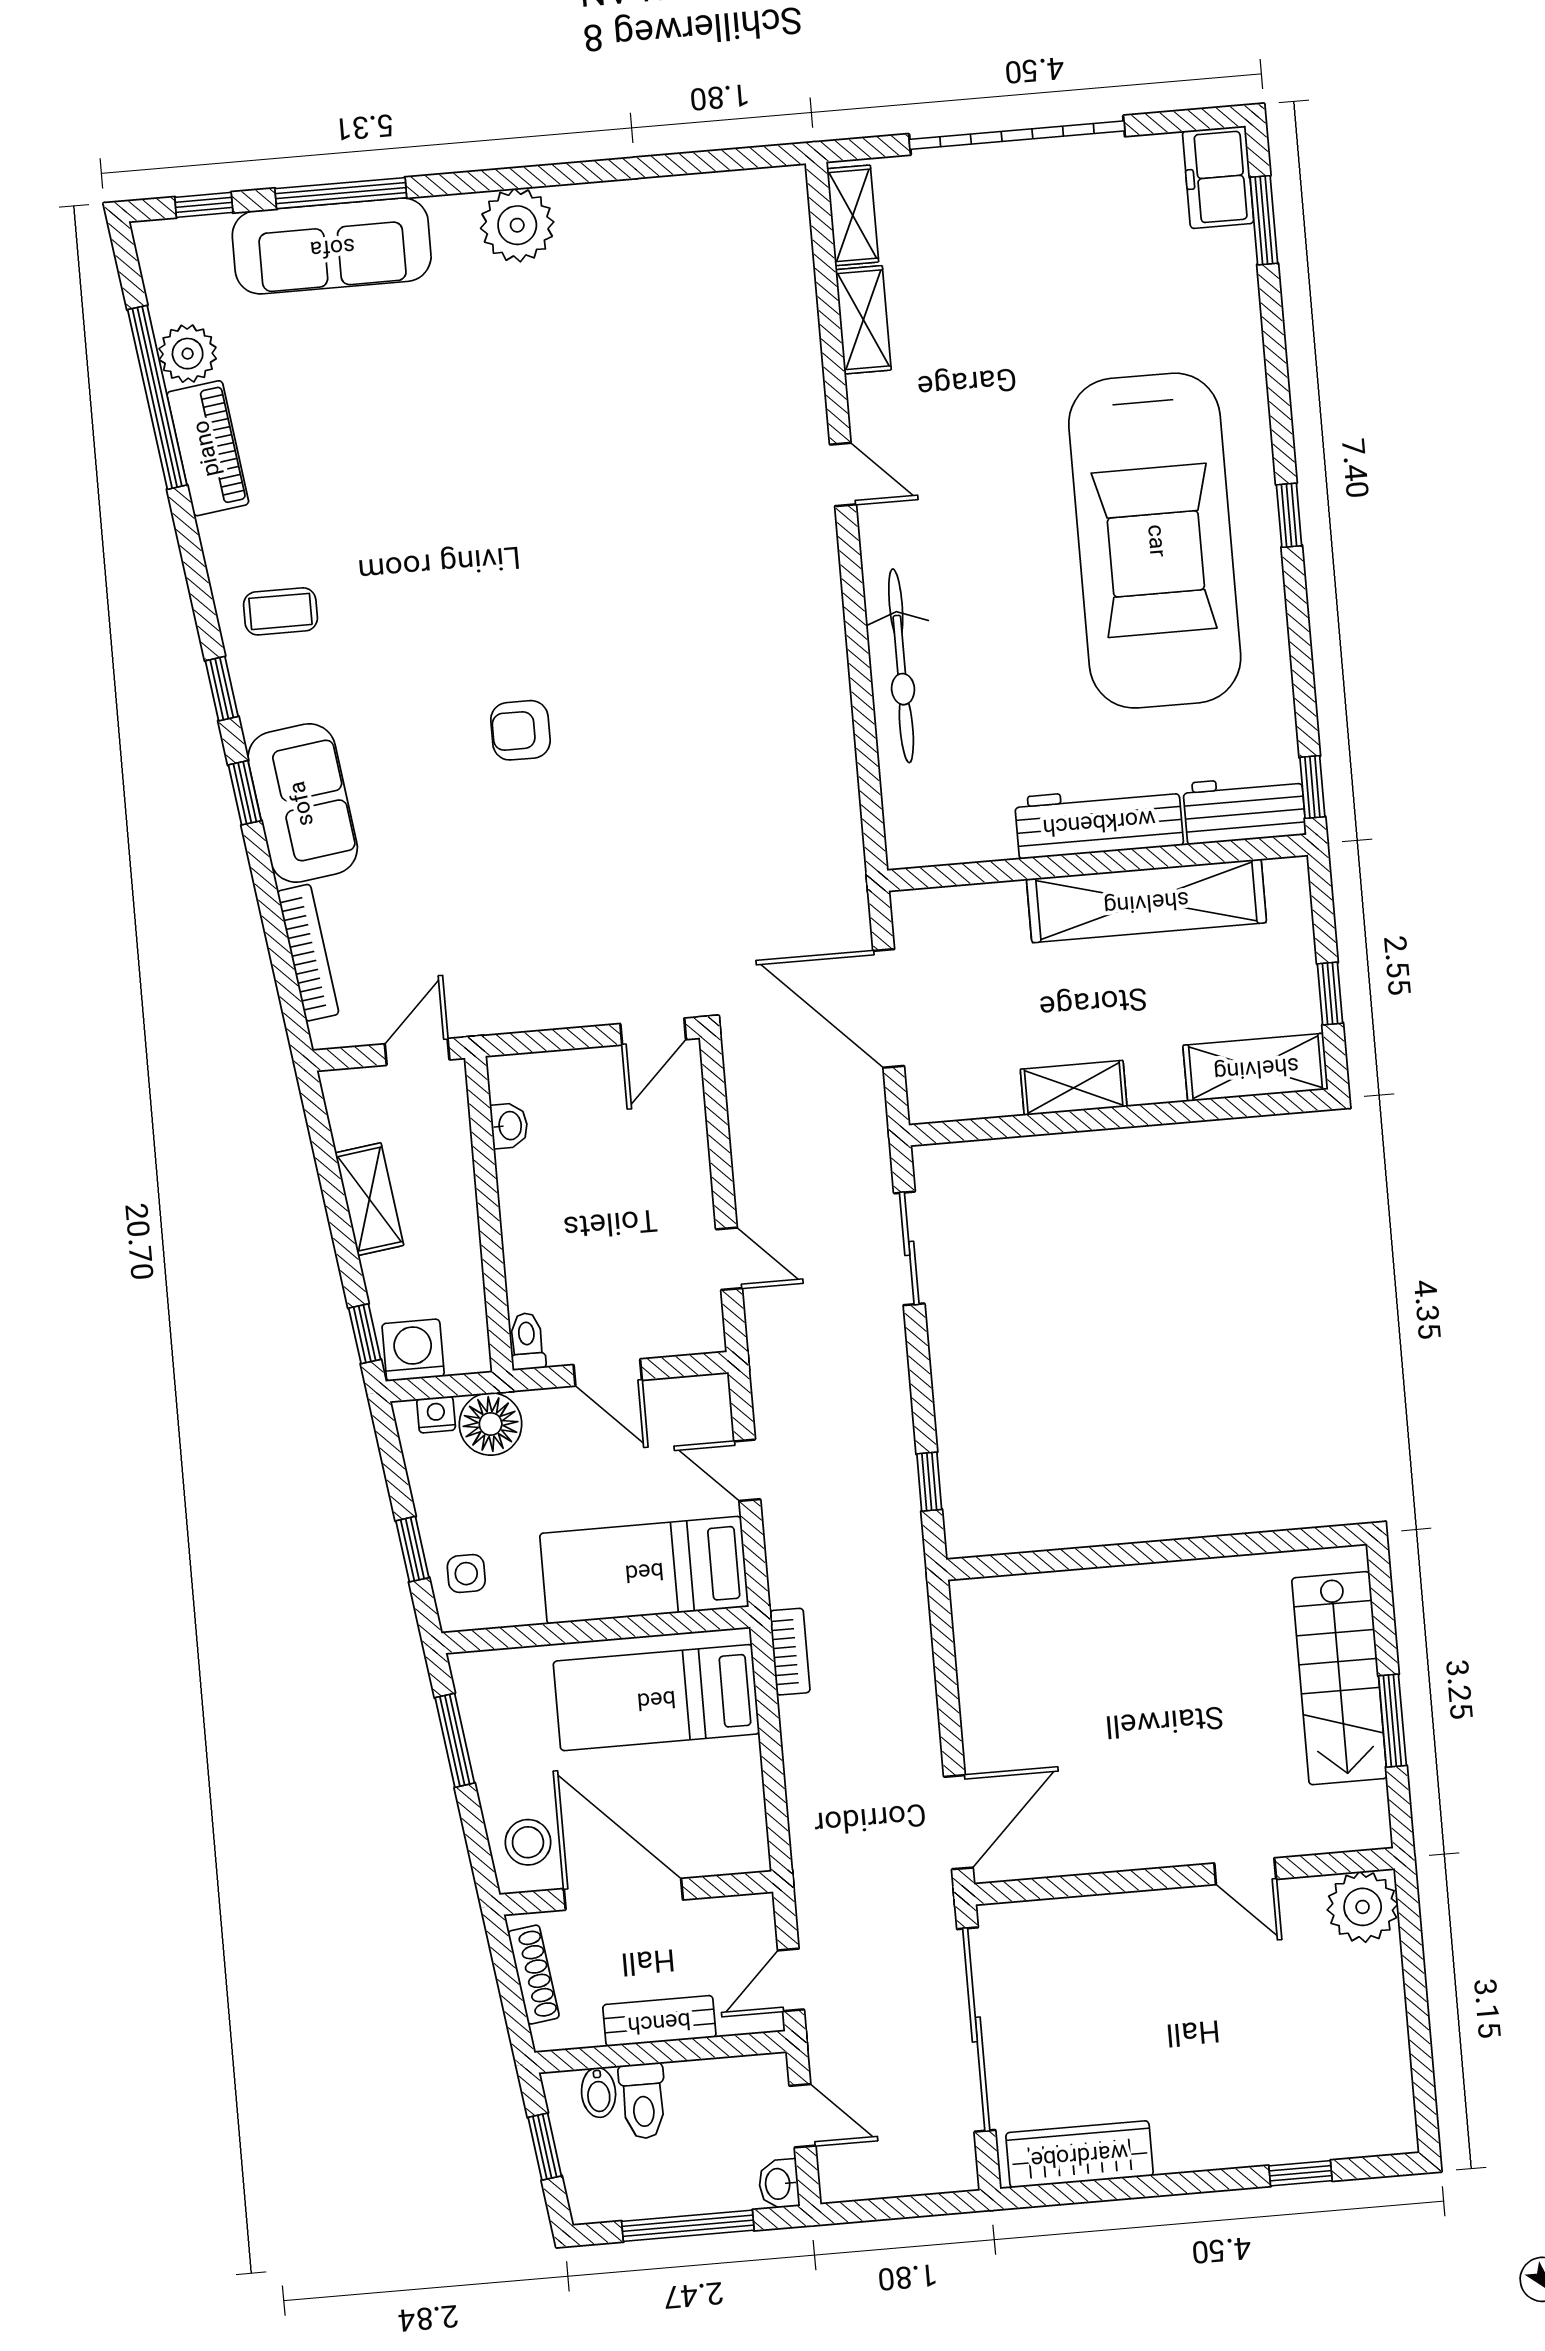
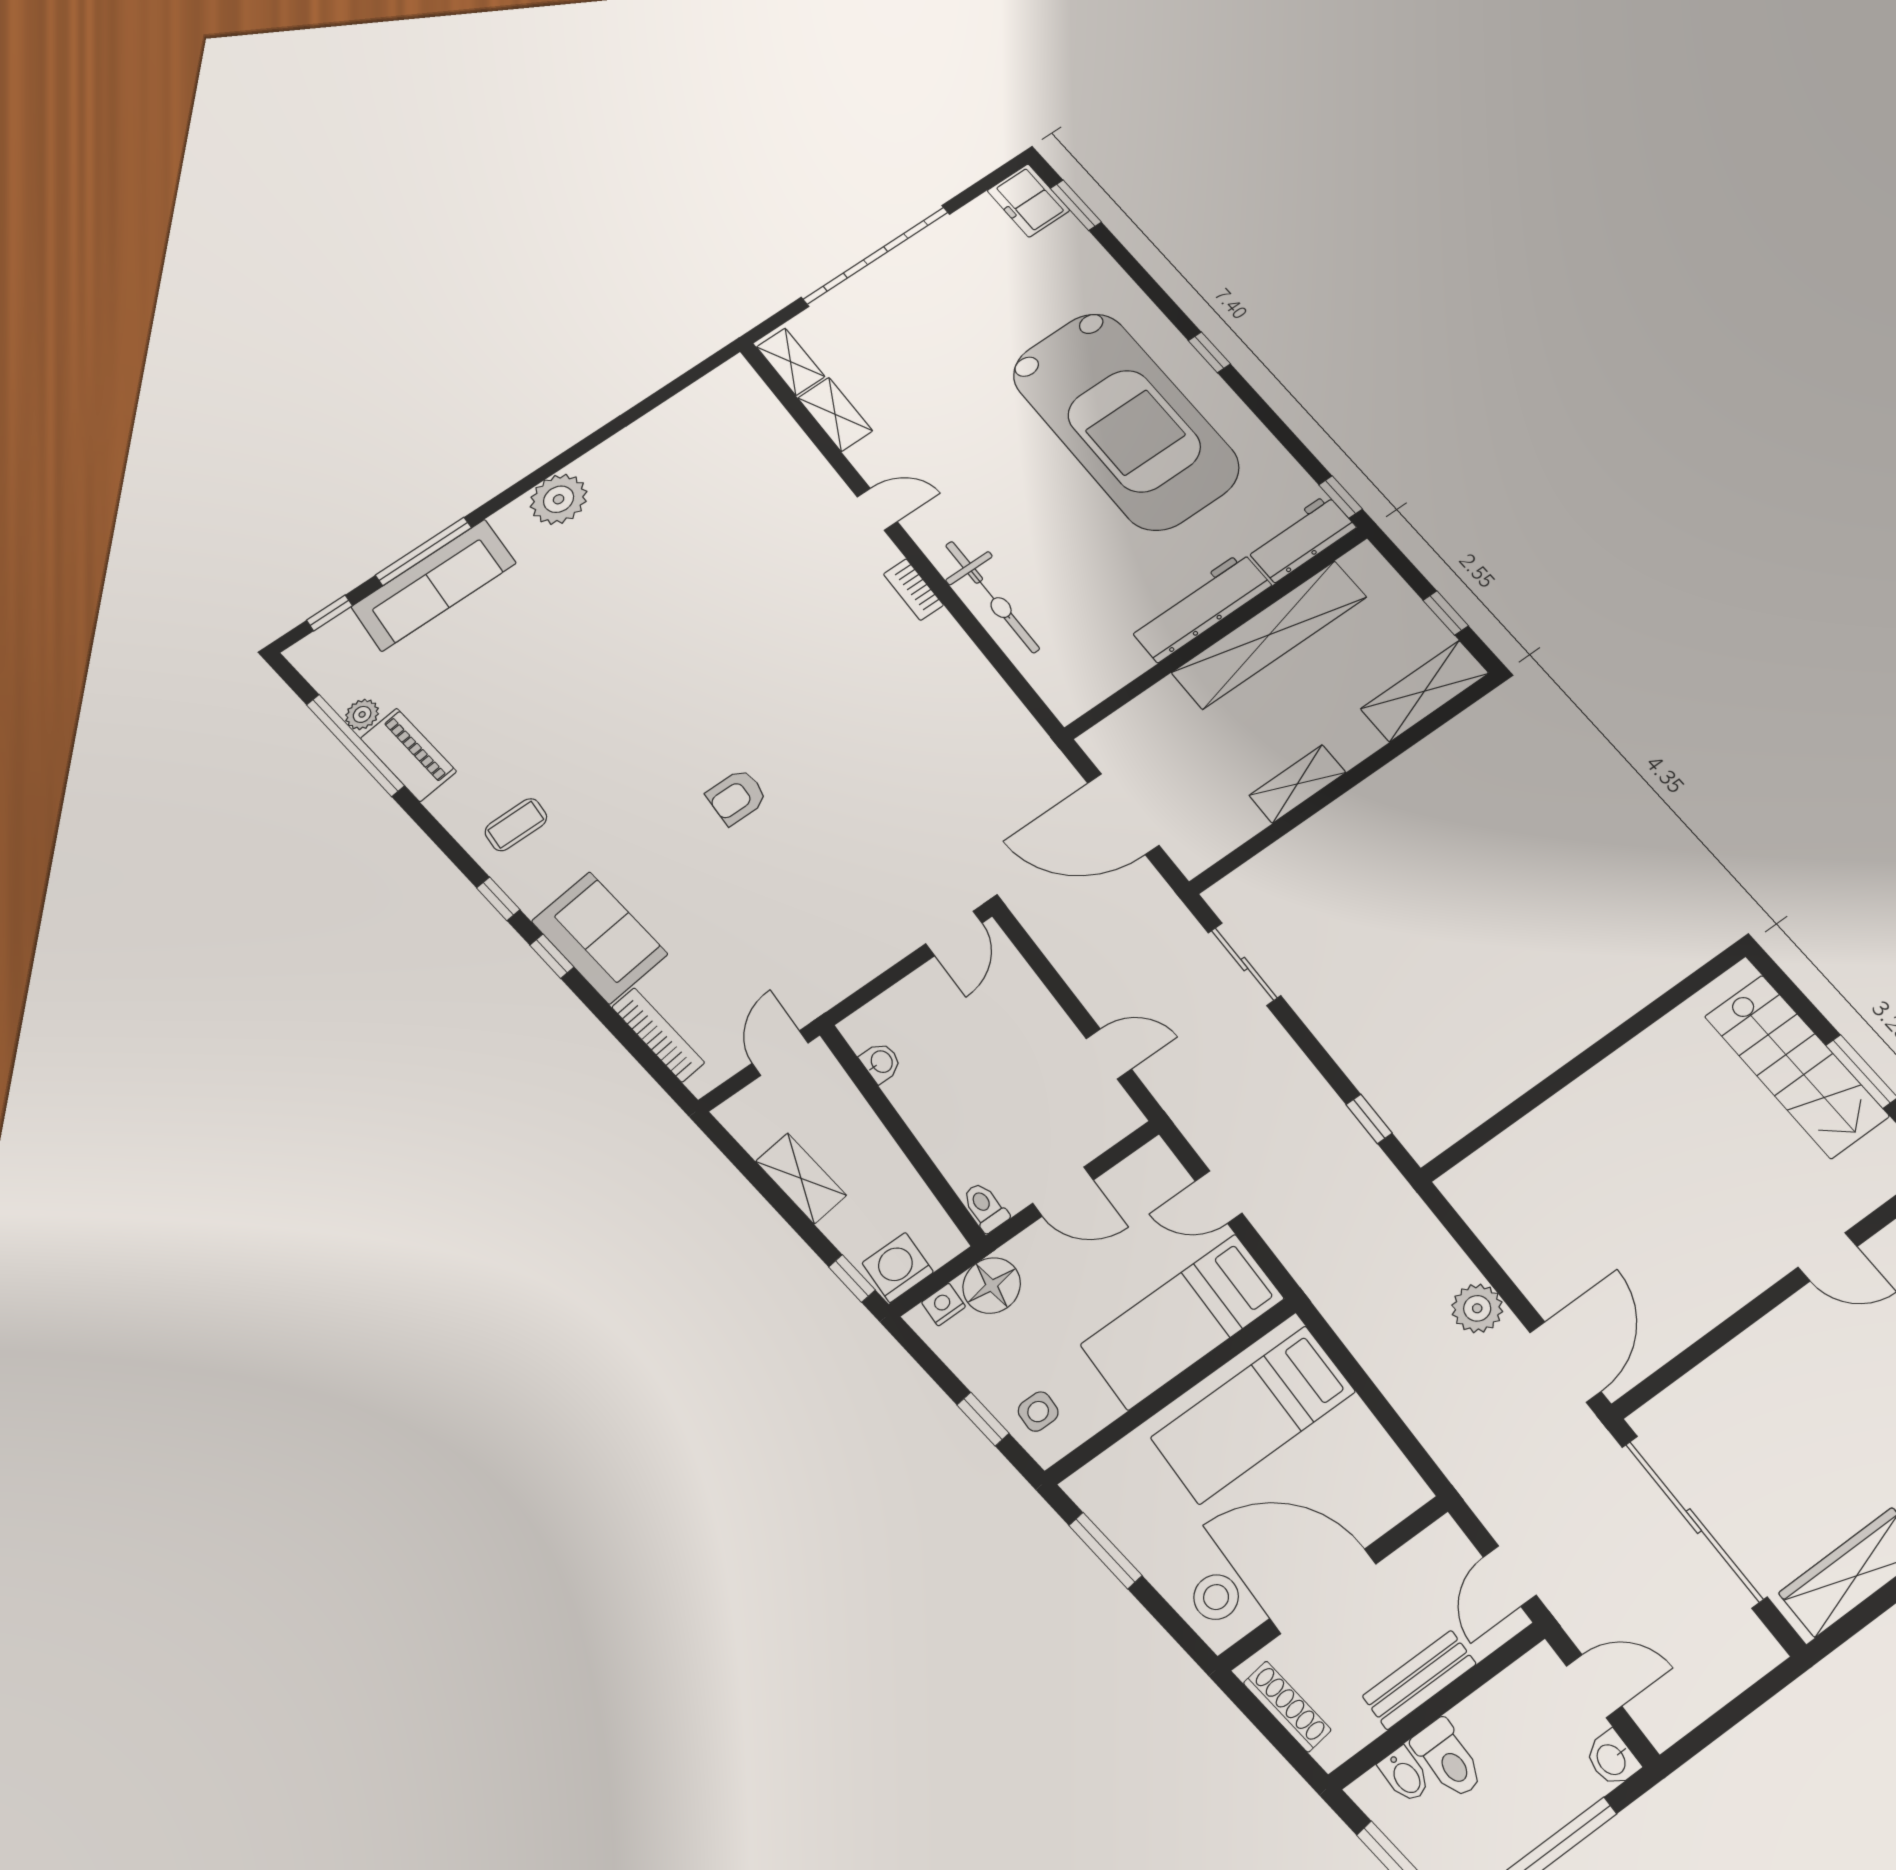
plant: (188, 354) -> (362, 714), width x0.73, depth x0.73
bookcase: (790, 1652) -> (913, 590), moved, turned 180
plant: (913, 1725) -> (1477, 1308), added

